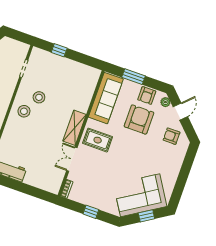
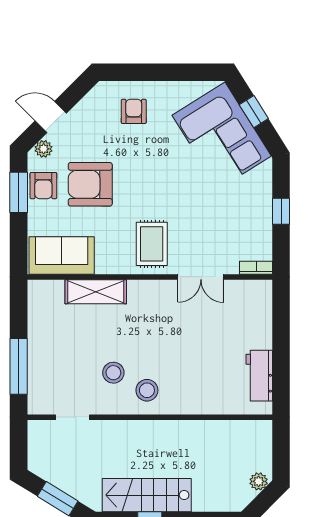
window: (59, 50) -> (19, 366), width x2.17
window: (134, 77) -> (19, 192), moved
armchair: (147, 95) -> (43, 186), turned 90
sofa: (106, 98) -> (62, 256), width x0.73
shelving: (75, 128) -> (96, 292), moved
armchair: (172, 136) -> (134, 111), moved, turned 180

